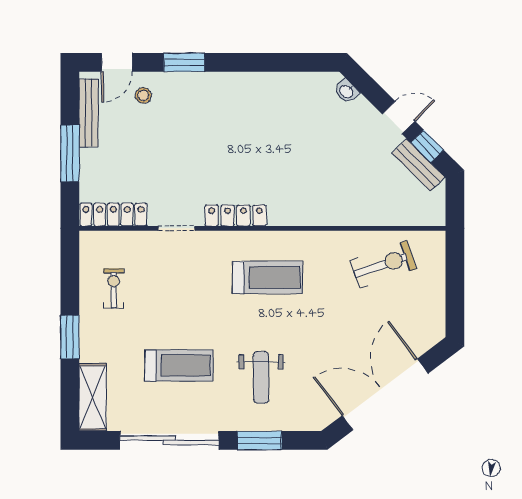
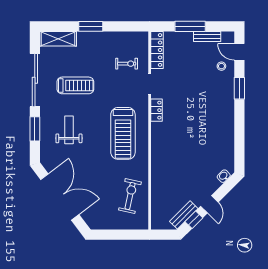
bench: (89, 113) -> (207, 37), width x0.73
locker: (236, 215) -> (156, 110), width x0.66
exercise bike: (383, 264) -> (130, 196), turned -149
treadmill: (268, 277) -> (123, 133), width x1.37, depth x1.38
exercise bike: (114, 288) -> (127, 64), moved
treadmill: (179, 365) -> (75, 85), turned -90
weight bench: (261, 377) -> (69, 130), turned 90

